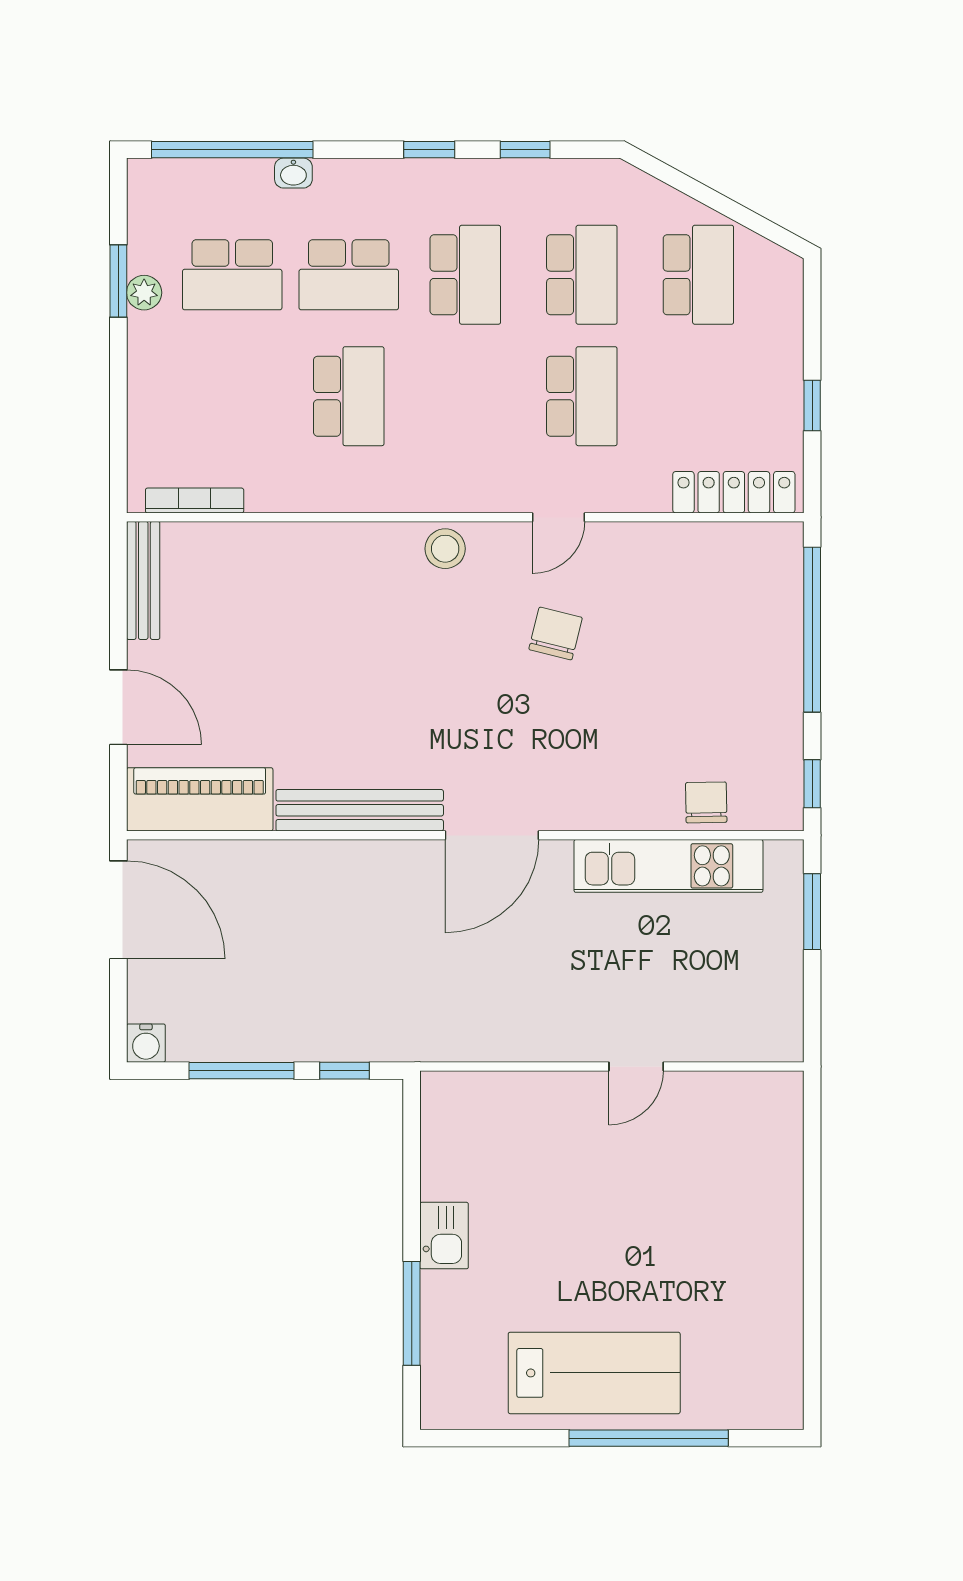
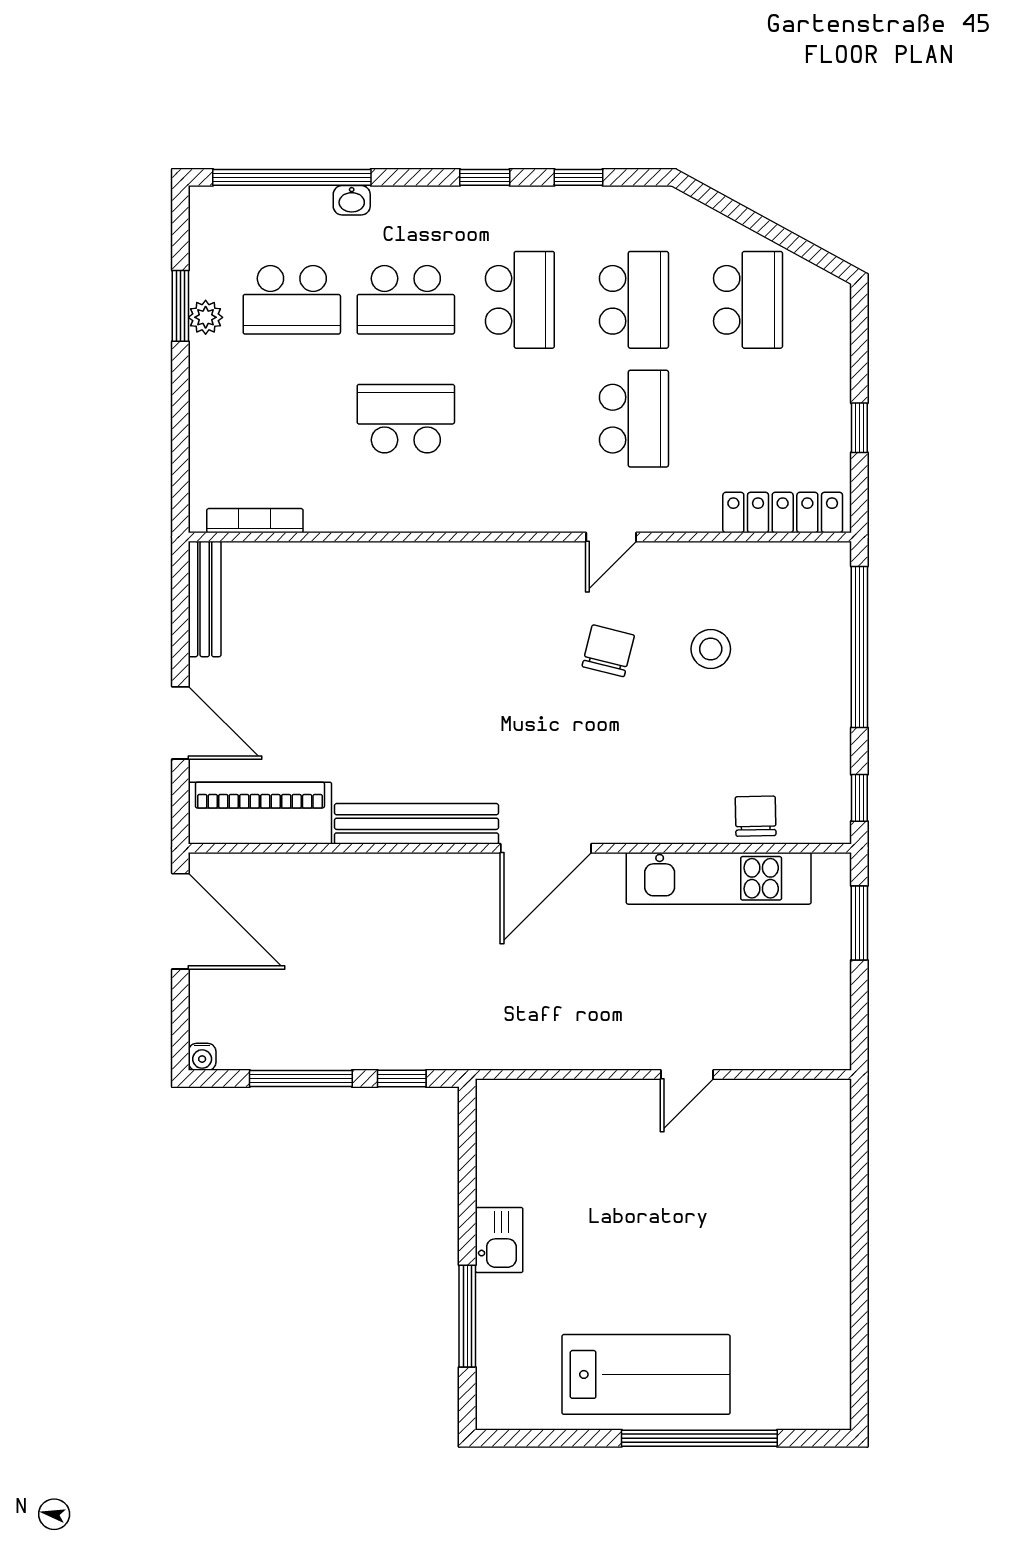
school desk: (349, 396) -> (406, 419), turned -90
stool: (445, 549) -> (711, 649), moved
water cooler: (146, 1043) -> (202, 1057), width x0.72, depth x0.72

